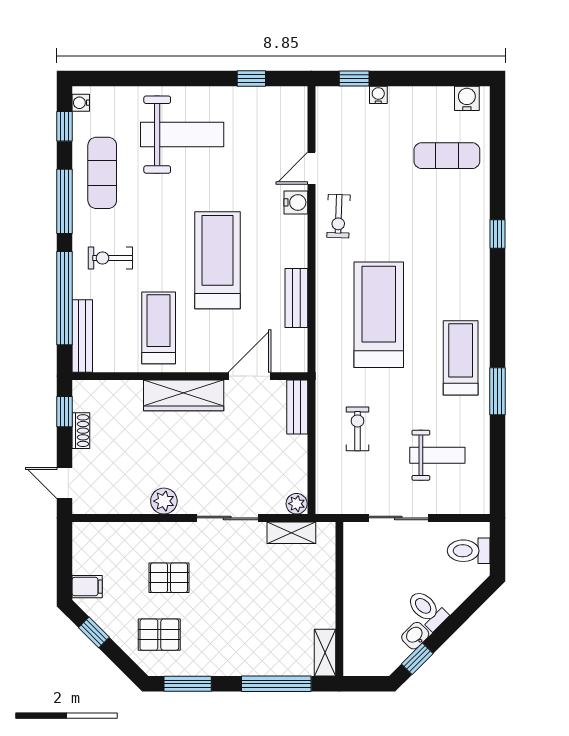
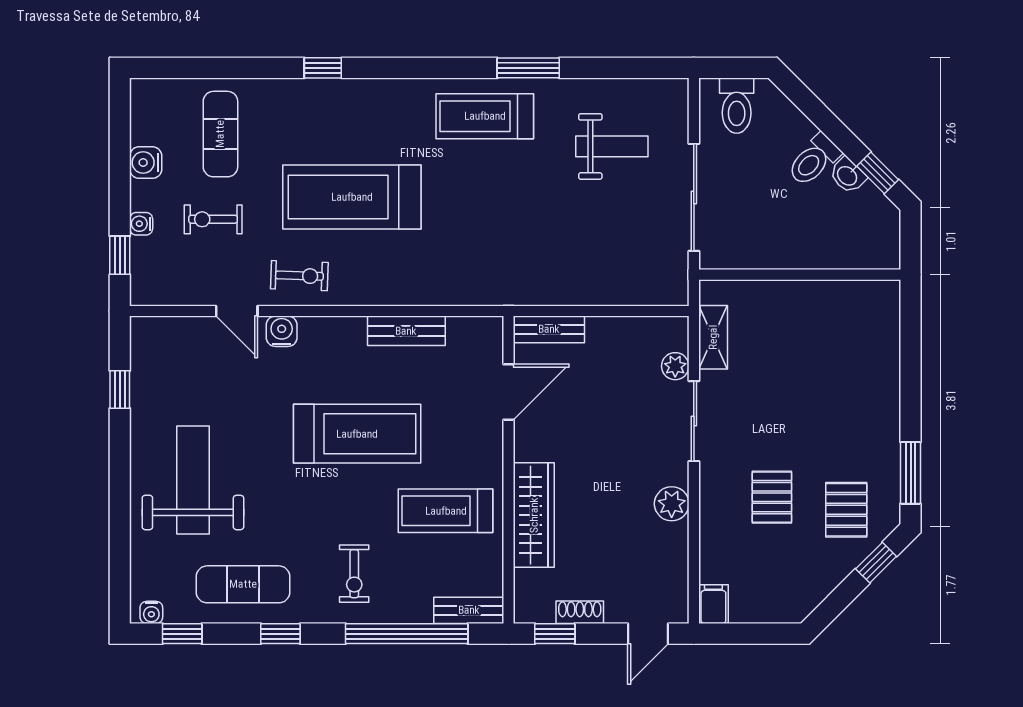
water cooler: (467, 98) -> (146, 163), moved
window: (65, 201) -> (280, 634), width x0.46
treadmill: (218, 260) -> (357, 434), turned 180
treadmill: (379, 315) -> (352, 197), moved
bench: (82, 336) -> (469, 610), width x0.73
door: (249, 376) -> (509, 392), swing flipped
wardrobe: (184, 395) -> (534, 515), moved
exercise bike: (357, 429) -> (213, 219), moved
weight bench: (437, 455) -> (612, 146), turned 90
plant: (297, 504) -> (675, 366), moved
sliding door: (398, 518) -> (694, 197), width x1.37
filing cabinet: (87, 587) -> (713, 604), moved
window: (94, 632) -> (876, 563), moved
shelving: (325, 653) -> (870, 293), removed
window: (276, 684) -> (911, 357), removed

